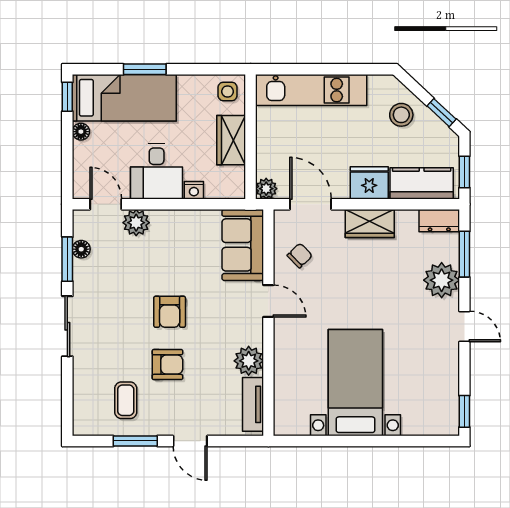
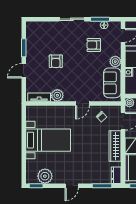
plant: (136, 223) -> (115, 62), moved
wardrobe: (370, 223) -> (115, 146), width x1.50
sofa: (243, 245) -> (112, 83), moved, turned -90
plant: (442, 280) -> (45, 176), moved
armchair: (170, 312) -> (94, 45), moved
coffee table: (126, 400) -> (41, 44), removed

